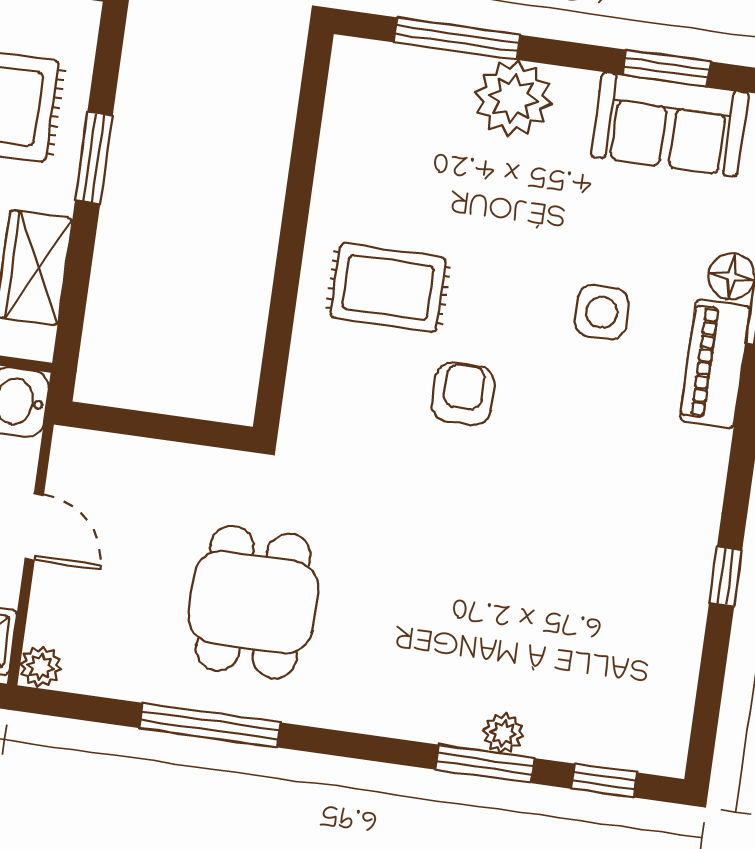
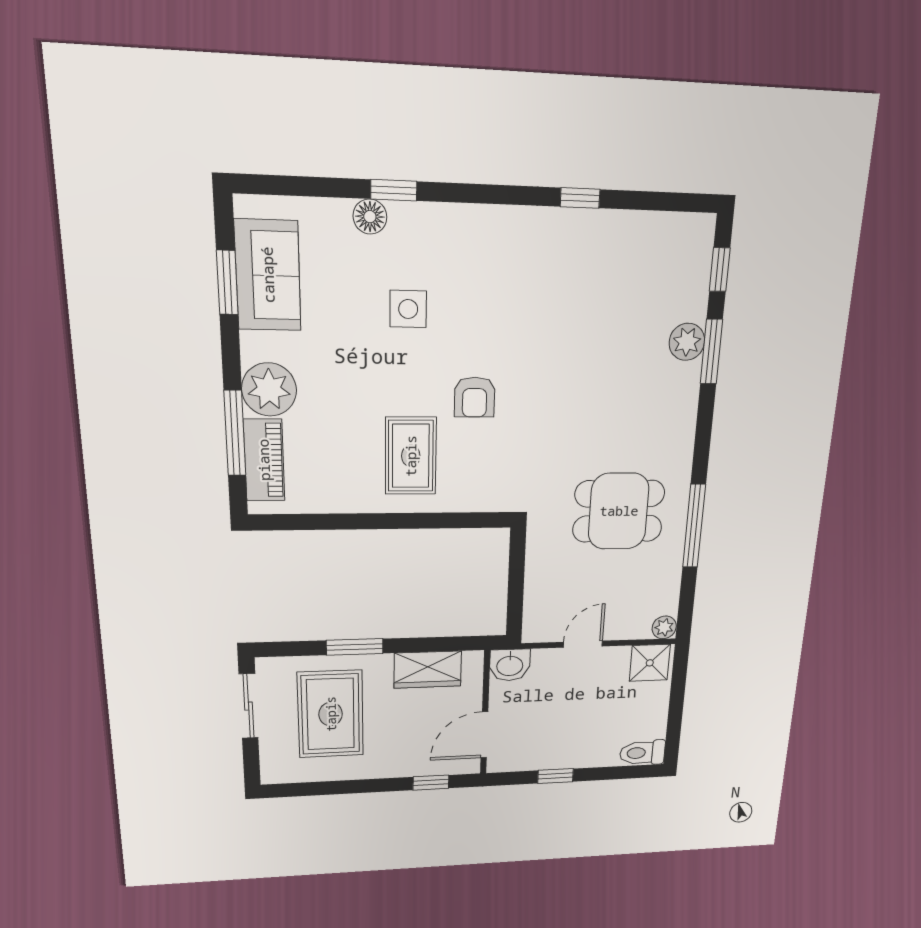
piano: (715, 363) -> (264, 460), moved, turned -90
armchair: (463, 394) -> (475, 397), turned -90
plant: (503, 733) -> (687, 342), width x1.38, depth x1.38

